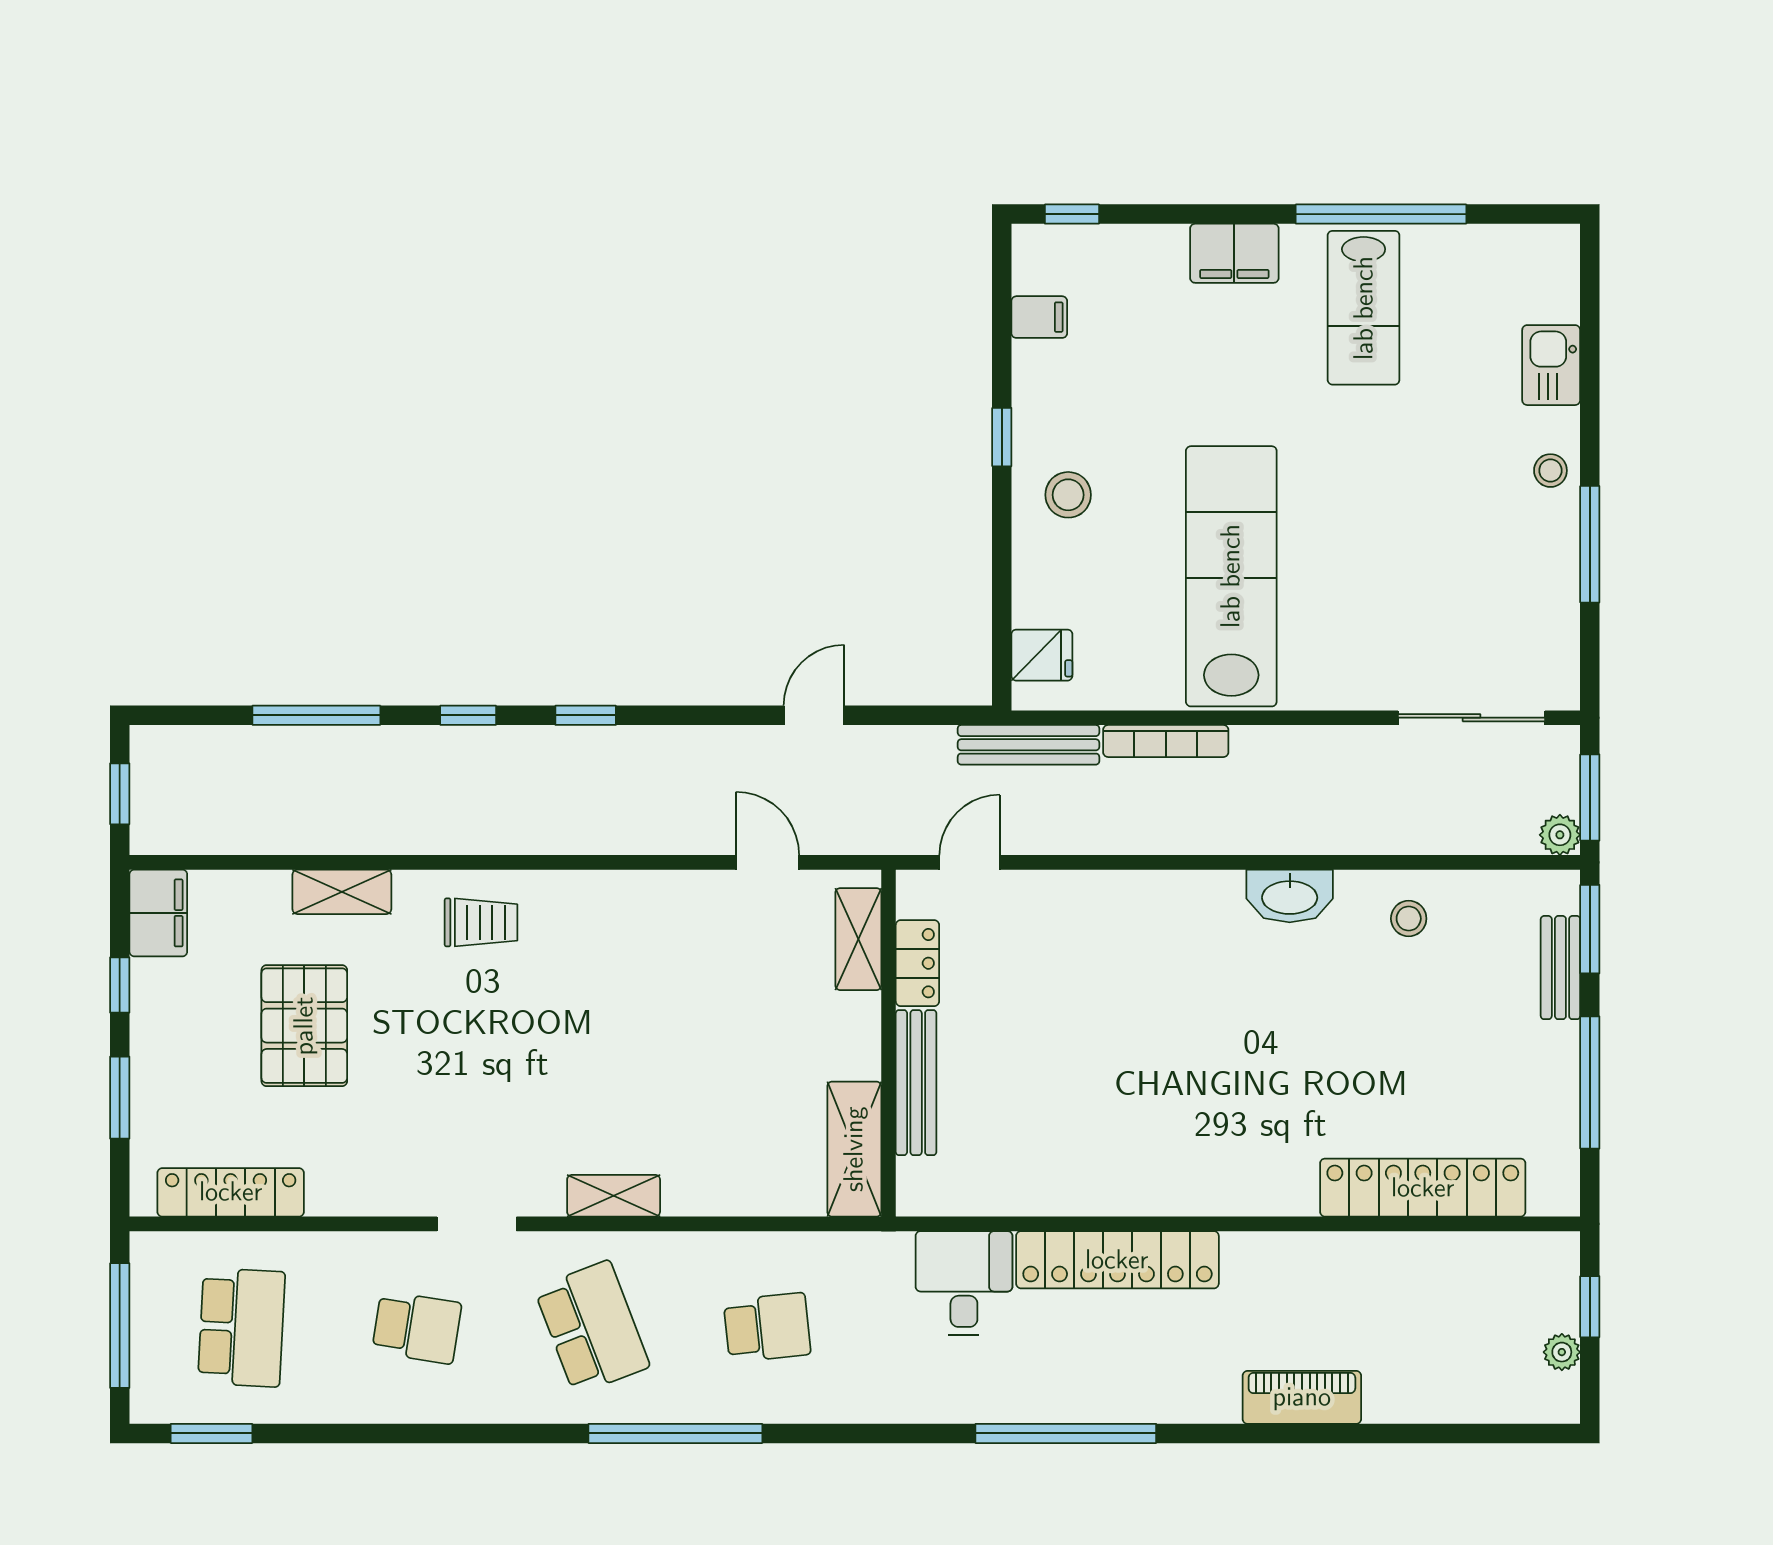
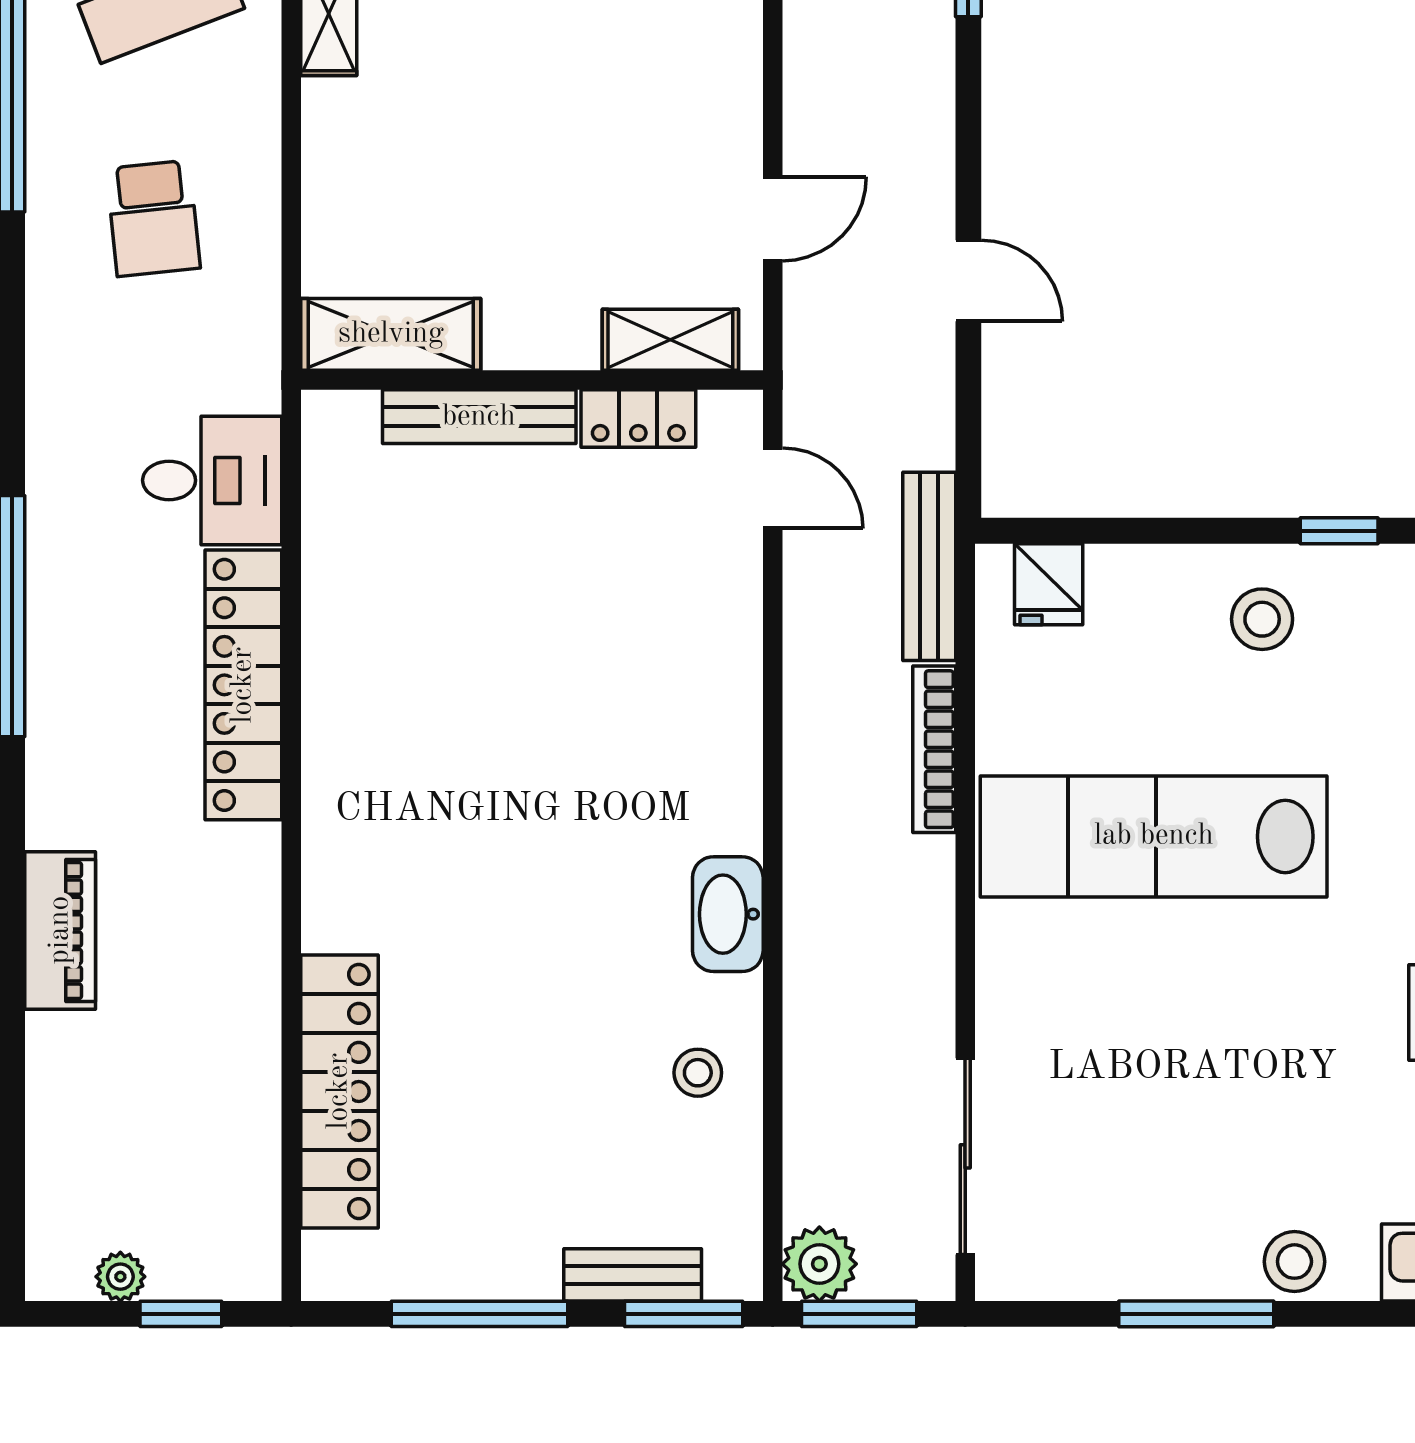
stool: (1550, 471) -> (1294, 1262), width x1.37, depth x1.37
lab bench: (1231, 576) -> (1154, 836), turned 180
plant: (1560, 835) -> (819, 1264), width x1.38, depth x1.38

